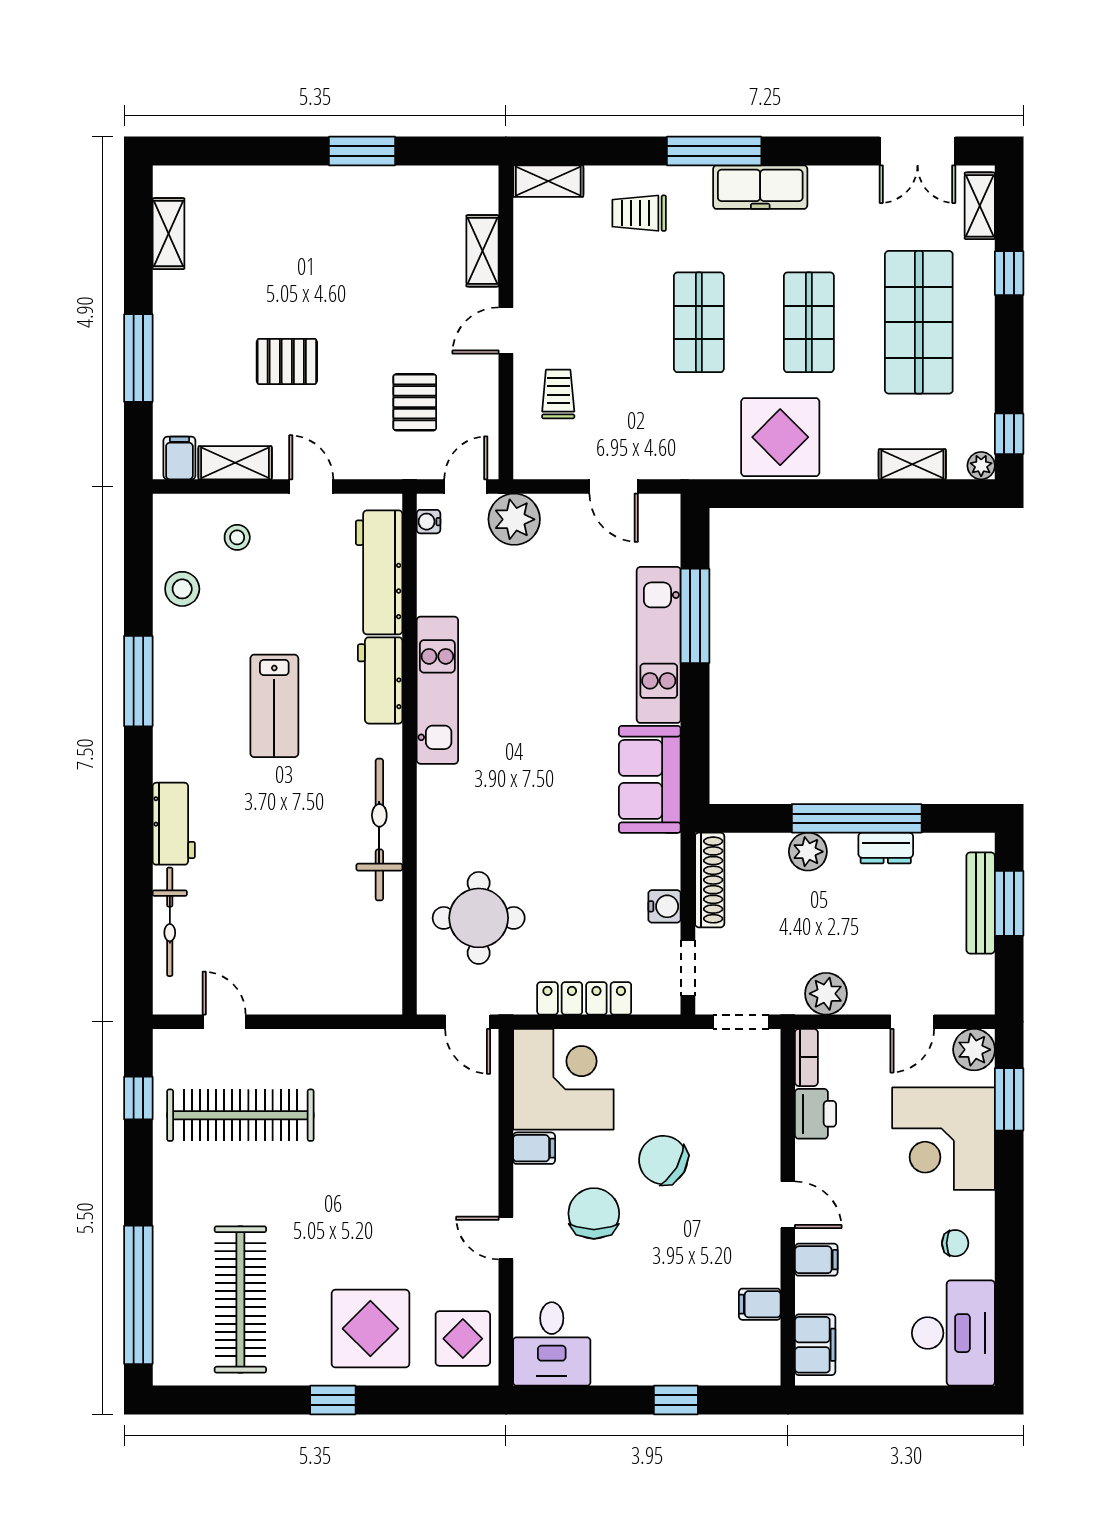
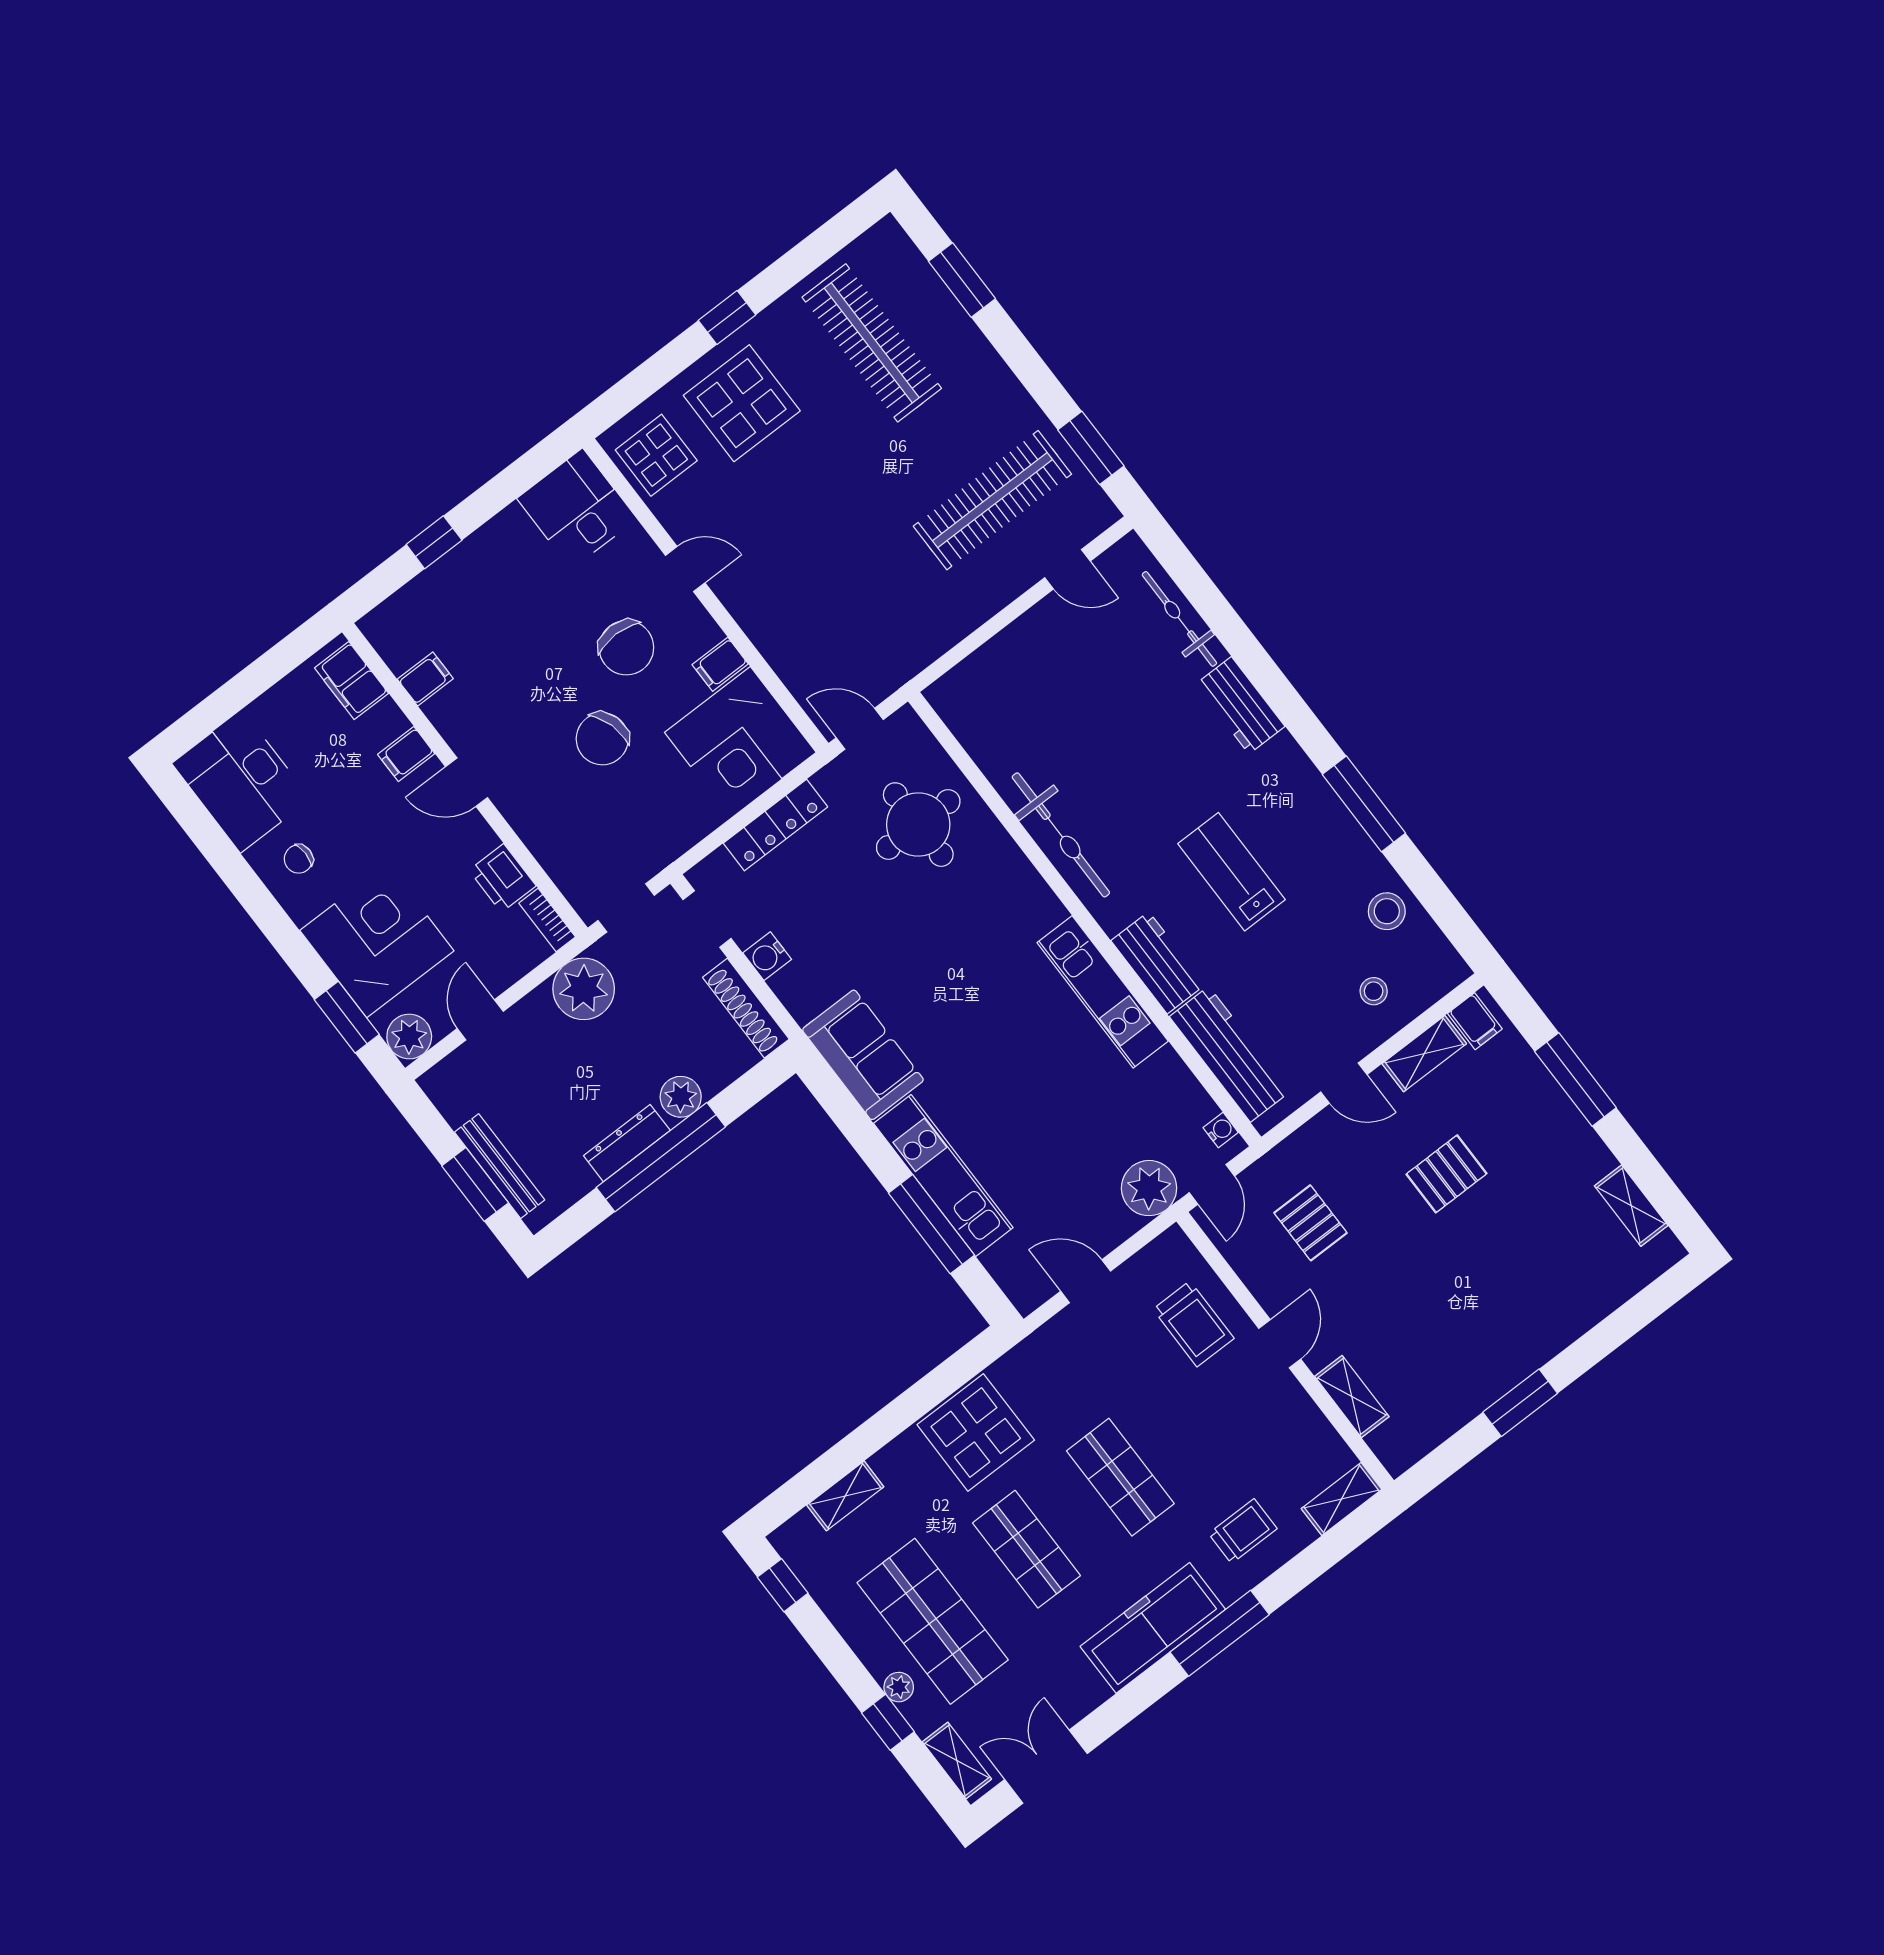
freezer: (760, 187) -> (1153, 1628), width x1.36, depth x1.26
trolley: (558, 394) -> (1193, 1324), width x1.36, depth x1.39
plant: (981, 466) -> (899, 1687), moved
dresser: (886, 848) -> (627, 1143), width x1.44
plant: (826, 994) -> (584, 989), width x1.36, depth x1.36
window: (138, 1098) -> (1091, 448), width x1.50
chair: (663, 1160) -> (602, 739), turned 134
window: (138, 1295) -> (962, 280), width x0.47

